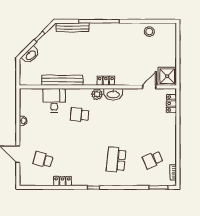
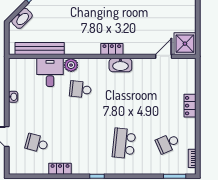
bench: (62, 80) -> (40, 48), moved
plant: (97, 94) -> (71, 65), moved
locker: (171, 103) -> (190, 106), moved

